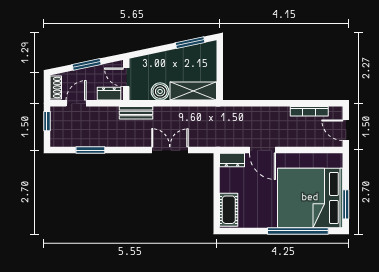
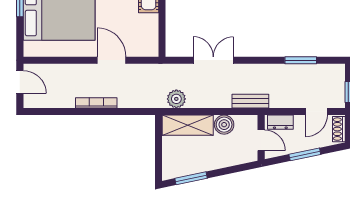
bookcase: (309, 111) -> (96, 103), moved
plant: (204, 115) -> (176, 99), added
double door: (170, 150) -> (213, 60), swing flipped
dresser: (232, 160) -> (145, 49), removed

